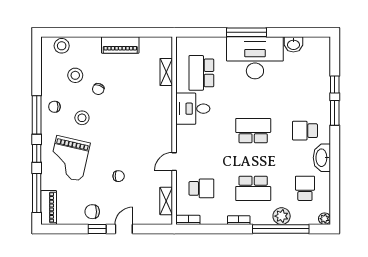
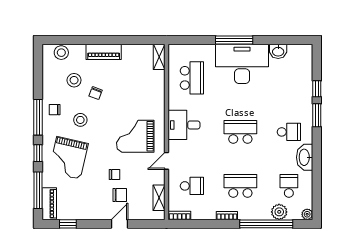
piano: (120, 45) -> (104, 52), moved
shelving: (166, 72) -> (159, 57), moved
school desk: (201, 73) -> (192, 78), turned 180
desk: (193, 109) -> (184, 125), moved
school desk: (305, 131) -> (289, 132), turned 180
grand piano: (141, 135) -> (135, 136), added
school desk: (253, 188) -> (240, 186), turned 180
chair: (92, 212) -> (120, 195), moved, turned 180
plant: (282, 216) -> (279, 212), moved
window: (97, 229) -> (68, 224), moved

